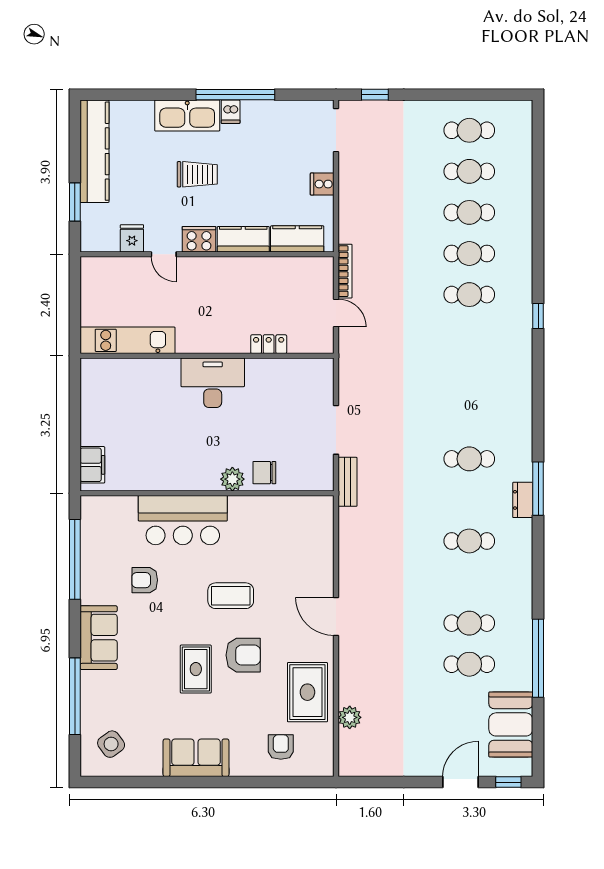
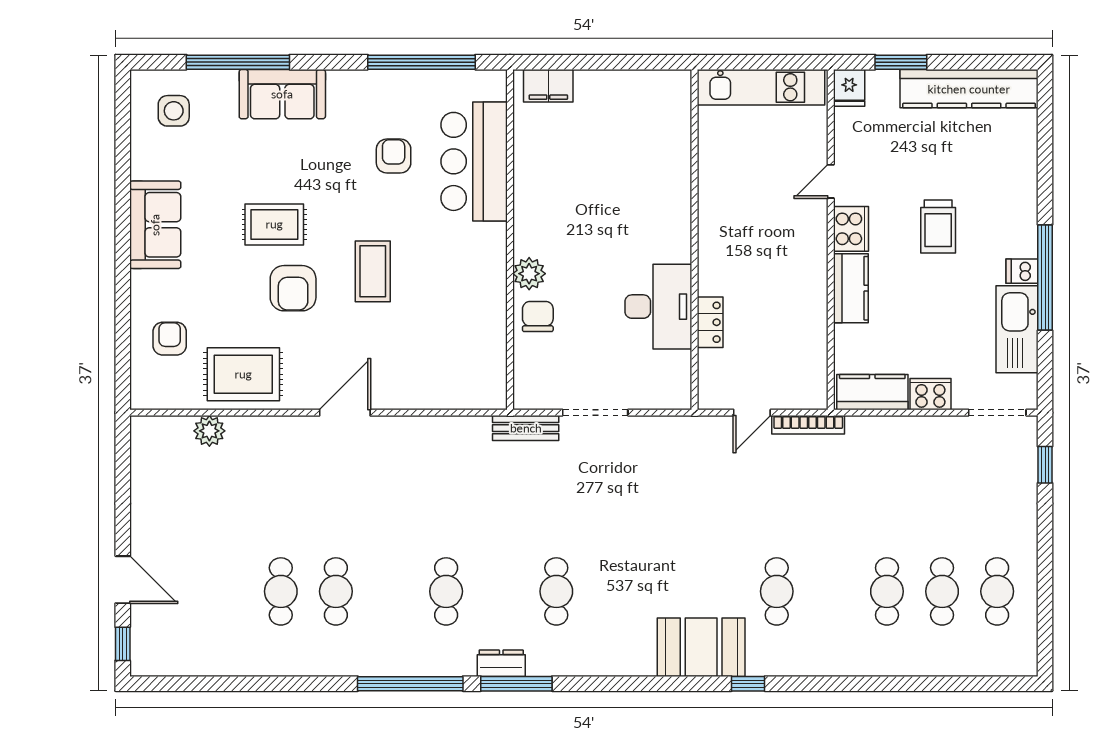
kitchen sink: (187, 115) -> (1017, 329), moved
cooker: (322, 184) -> (930, 394), width x1.36
fridge: (132, 238) -> (849, 88), moved, turned 90
kitchen counter: (297, 239) -> (872, 392), moved, turned -90
cafe table: (469, 253) -> (832, 591), removed
kitchen unit: (128, 340) -> (761, 87), moved, turned 90
desk: (213, 383) -> (658, 307), moved
bar counter: (183, 520) -> (474, 161), moved
sofa: (99, 638) -> (282, 94), moved
window: (538, 658) -> (410, 684), moved
booth: (511, 724) -> (701, 647), moved
side table: (111, 744) -> (174, 111), turned 36
armchair: (281, 747) -> (170, 339), turned -90

